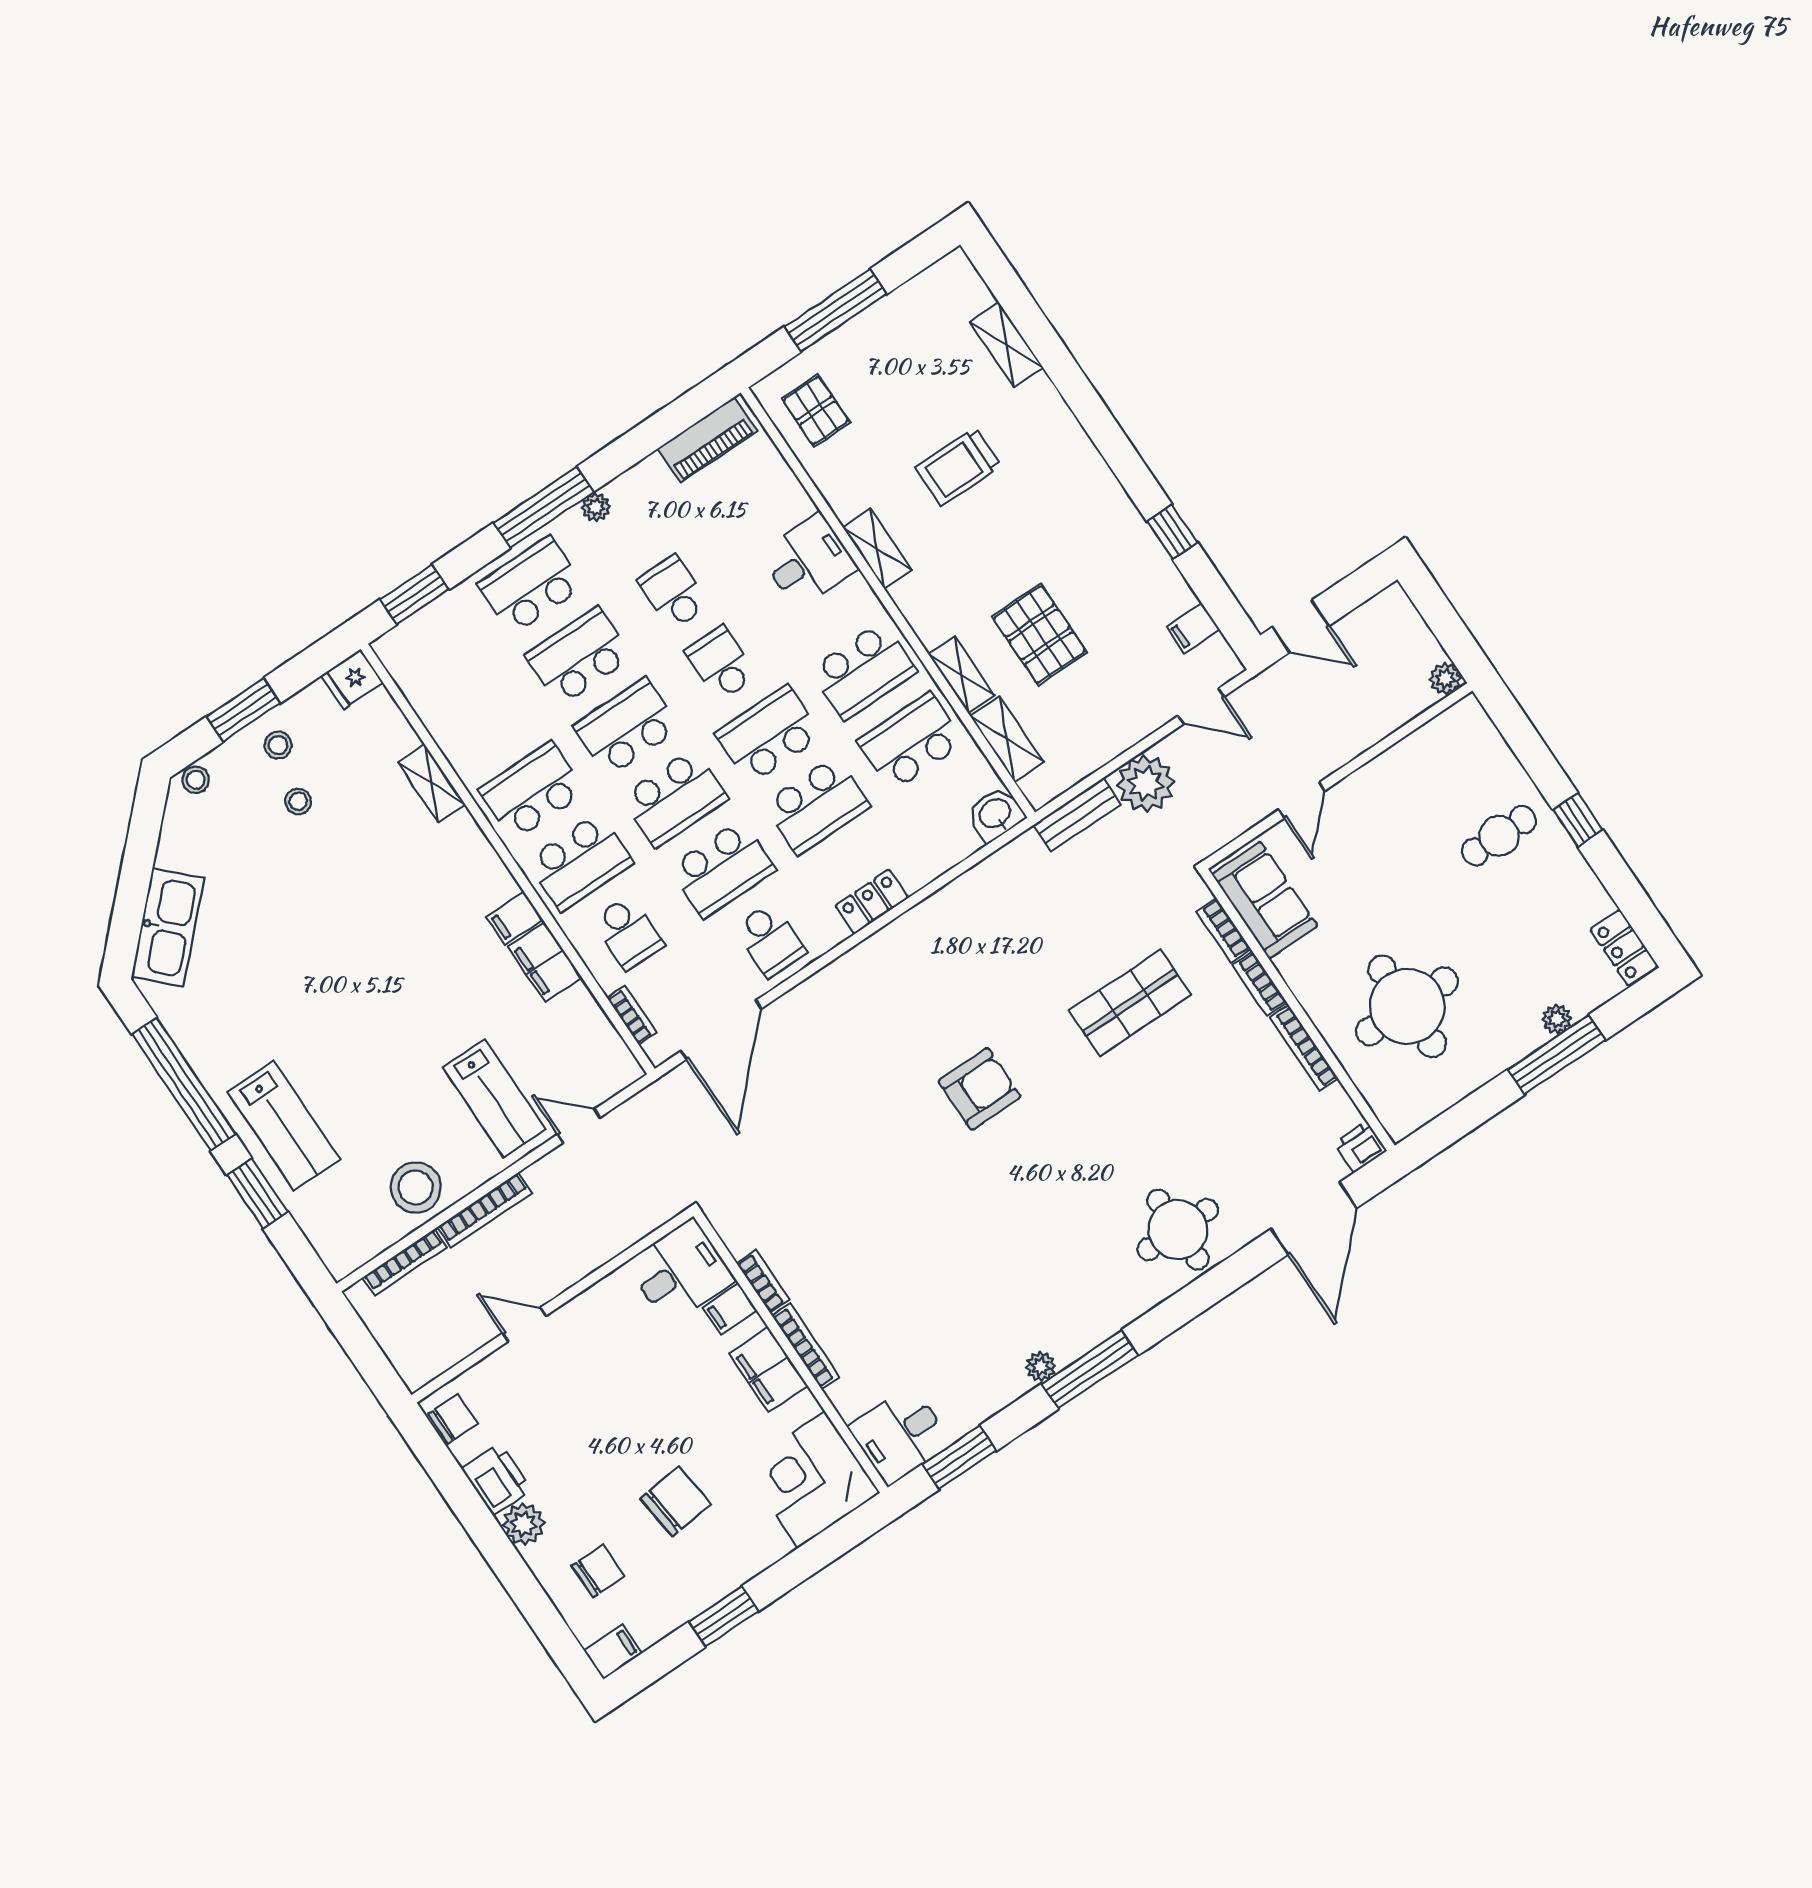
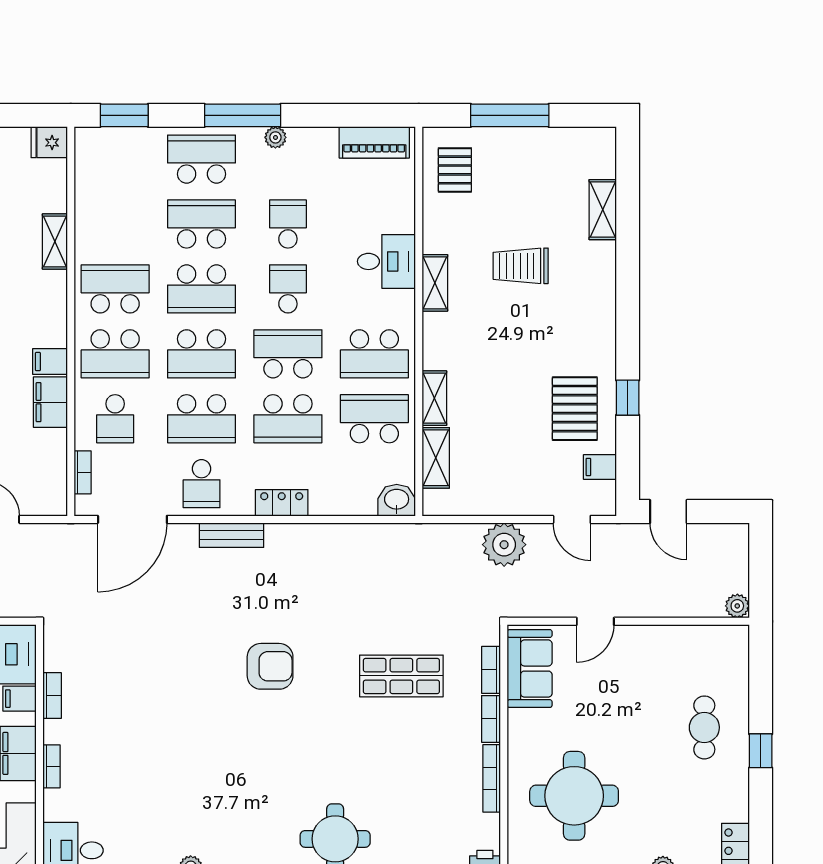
pallet: (1039, 634) -> (575, 409), moved
school desk: (627, 727) -> (202, 289), turned 180
bench: (1077, 815) -> (232, 535), moved
cafe table: (1499, 836) -> (704, 727), turned 90
bookcase: (806, 1346) -> (52, 766), width x0.64

